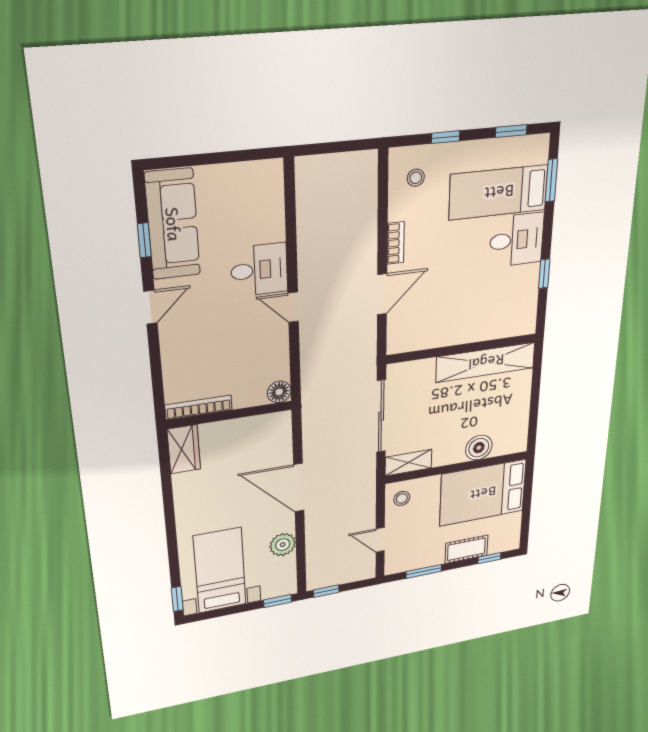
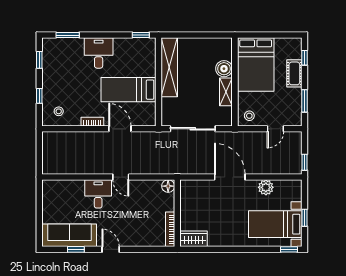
bed: (499, 192) -> (128, 90), moved, turned 90
window: (544, 274) -> (141, 35), moved
door: (293, 307) -> (121, 177), hinge flipped
shelving: (408, 463) -> (226, 92), moved
door: (299, 488) -> (230, 177), swing flipped
window: (278, 601) -> (305, 218), moved

